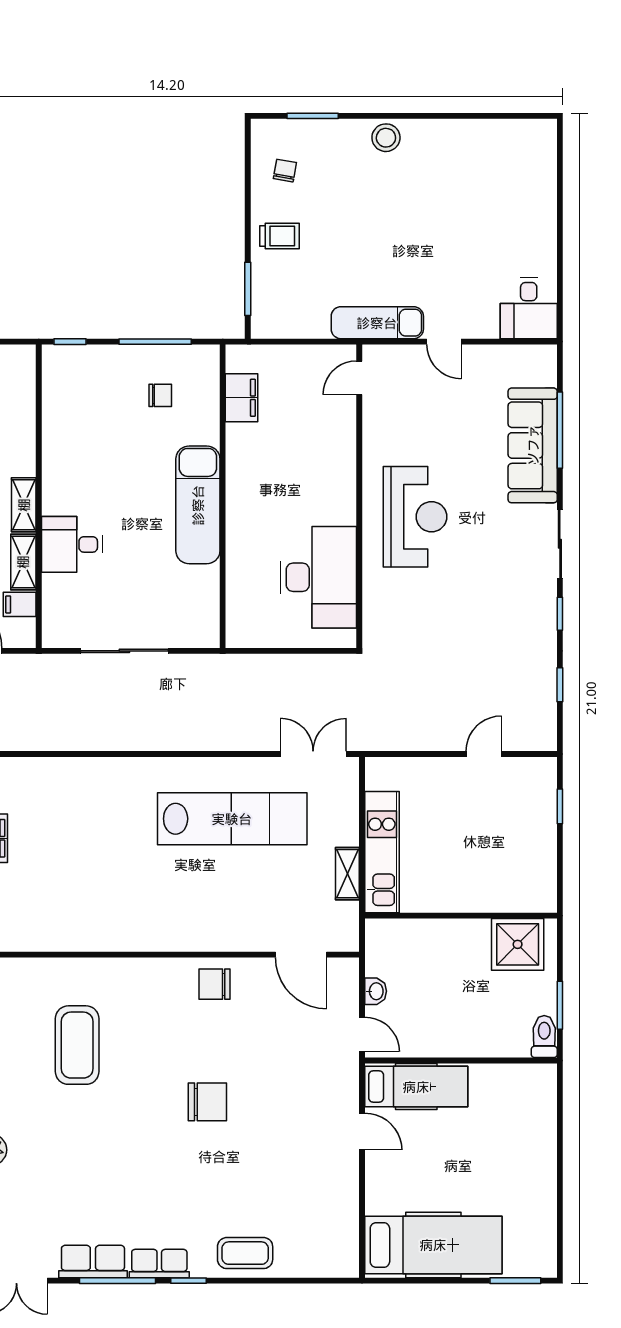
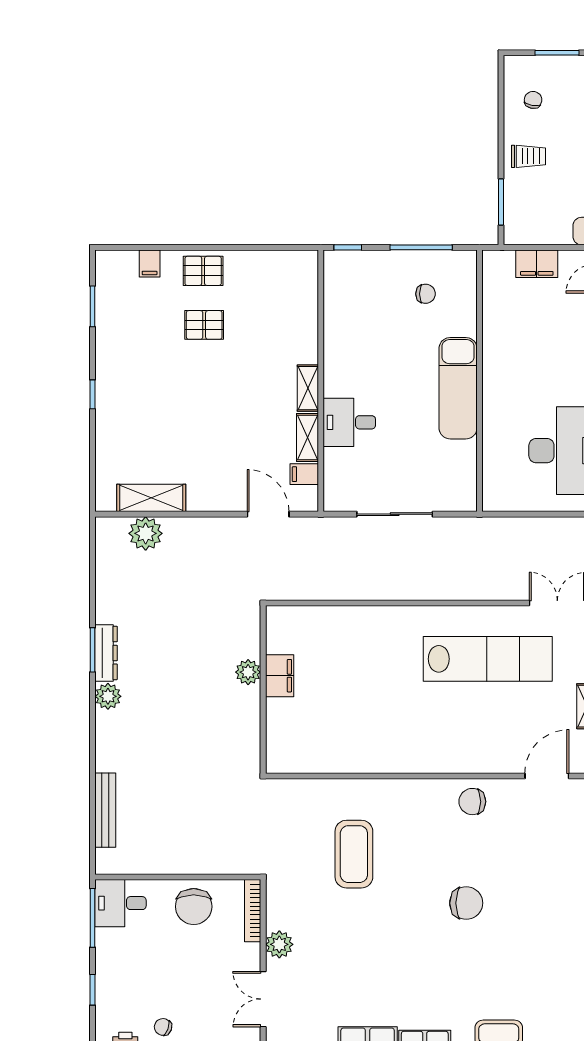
filing cabinet: (242, 398) -> (537, 264), moved, turned 90
door: (301, 955) -> (547, 776), swing flipped

